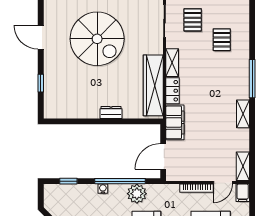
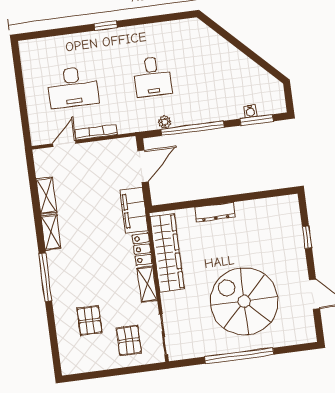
dresser: (111, 113) -> (215, 212), width x1.44
shelving: (243, 166) -> (46, 196), moved
window: (68, 181) -> (257, 120), width x1.50
water cooler: (103, 189) -> (250, 111), moved
filing cabinet: (243, 193) -> (38, 134), removed
plant: (137, 194) -> (165, 122), width x0.53, depth x0.53

